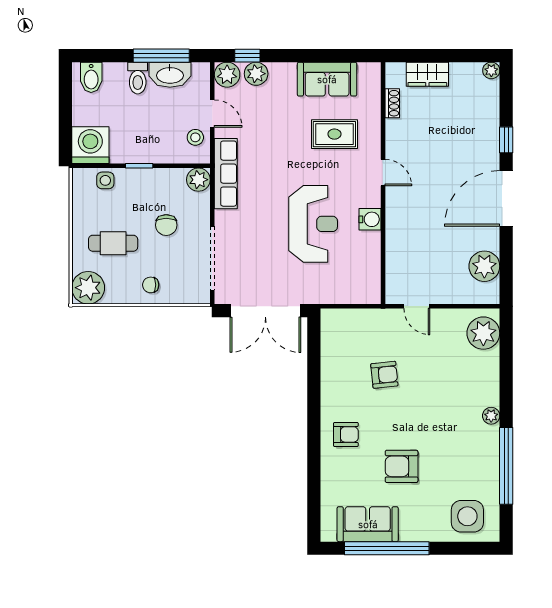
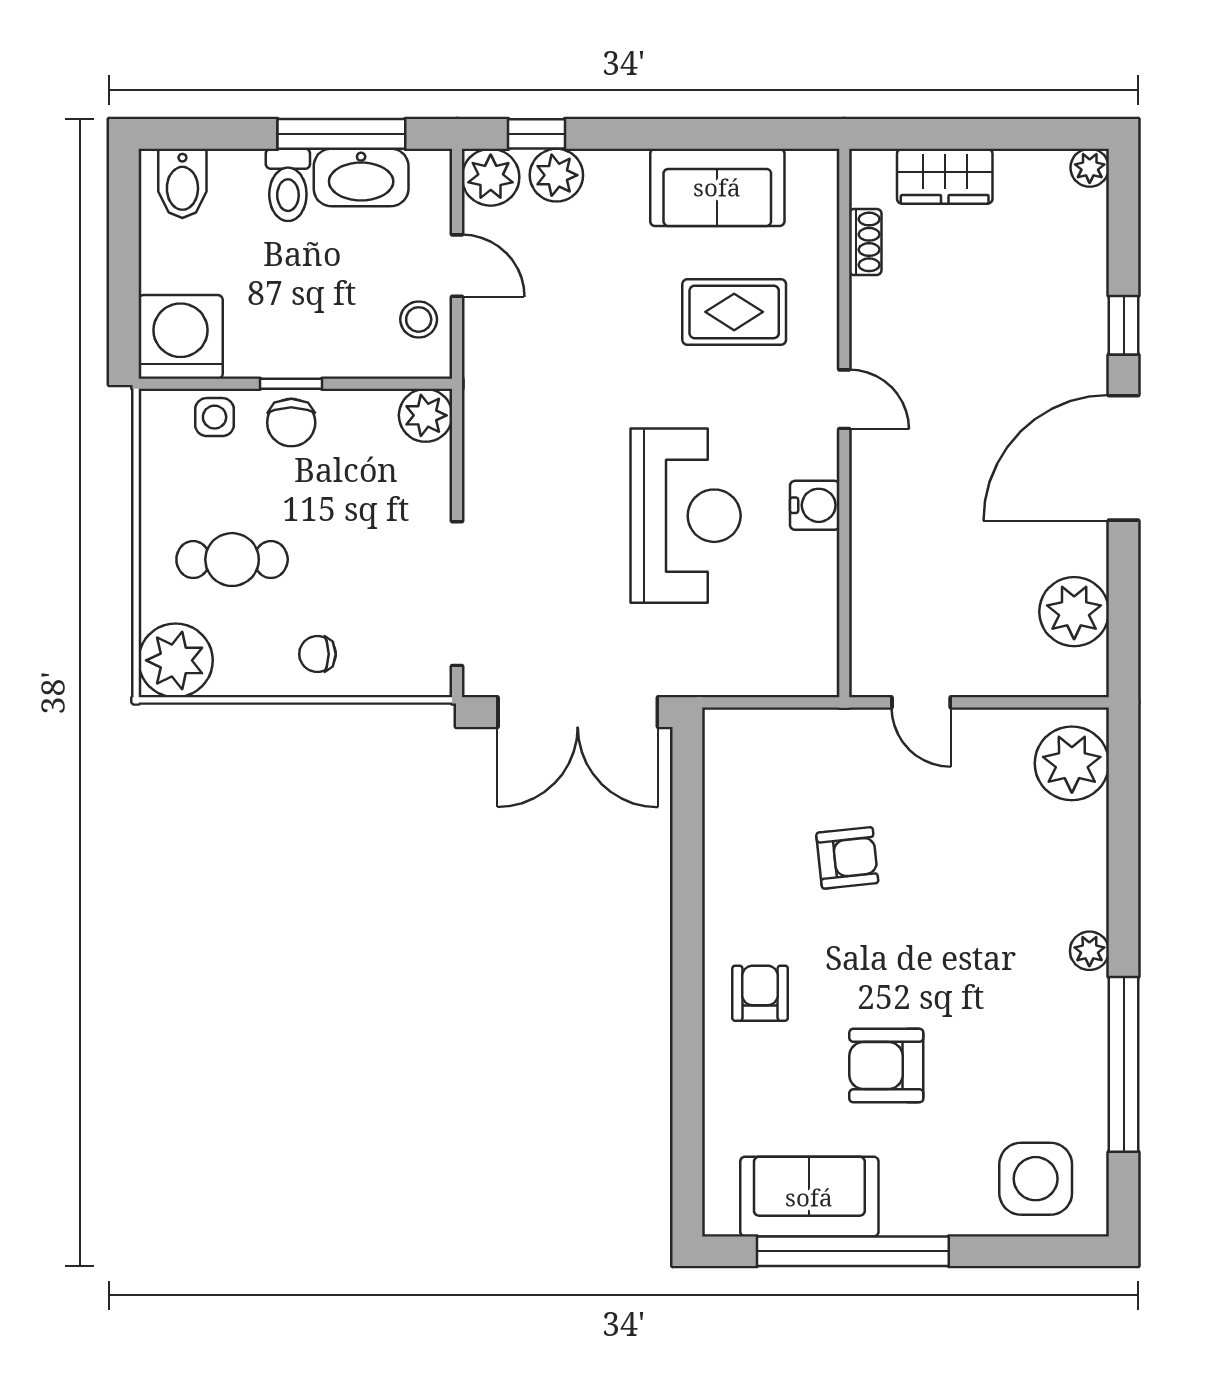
row of seats: (226, 174) -> (488, 402), removed
chair: (166, 225) -> (291, 423), moved
armchair: (346, 434) -> (760, 993), turned -90

